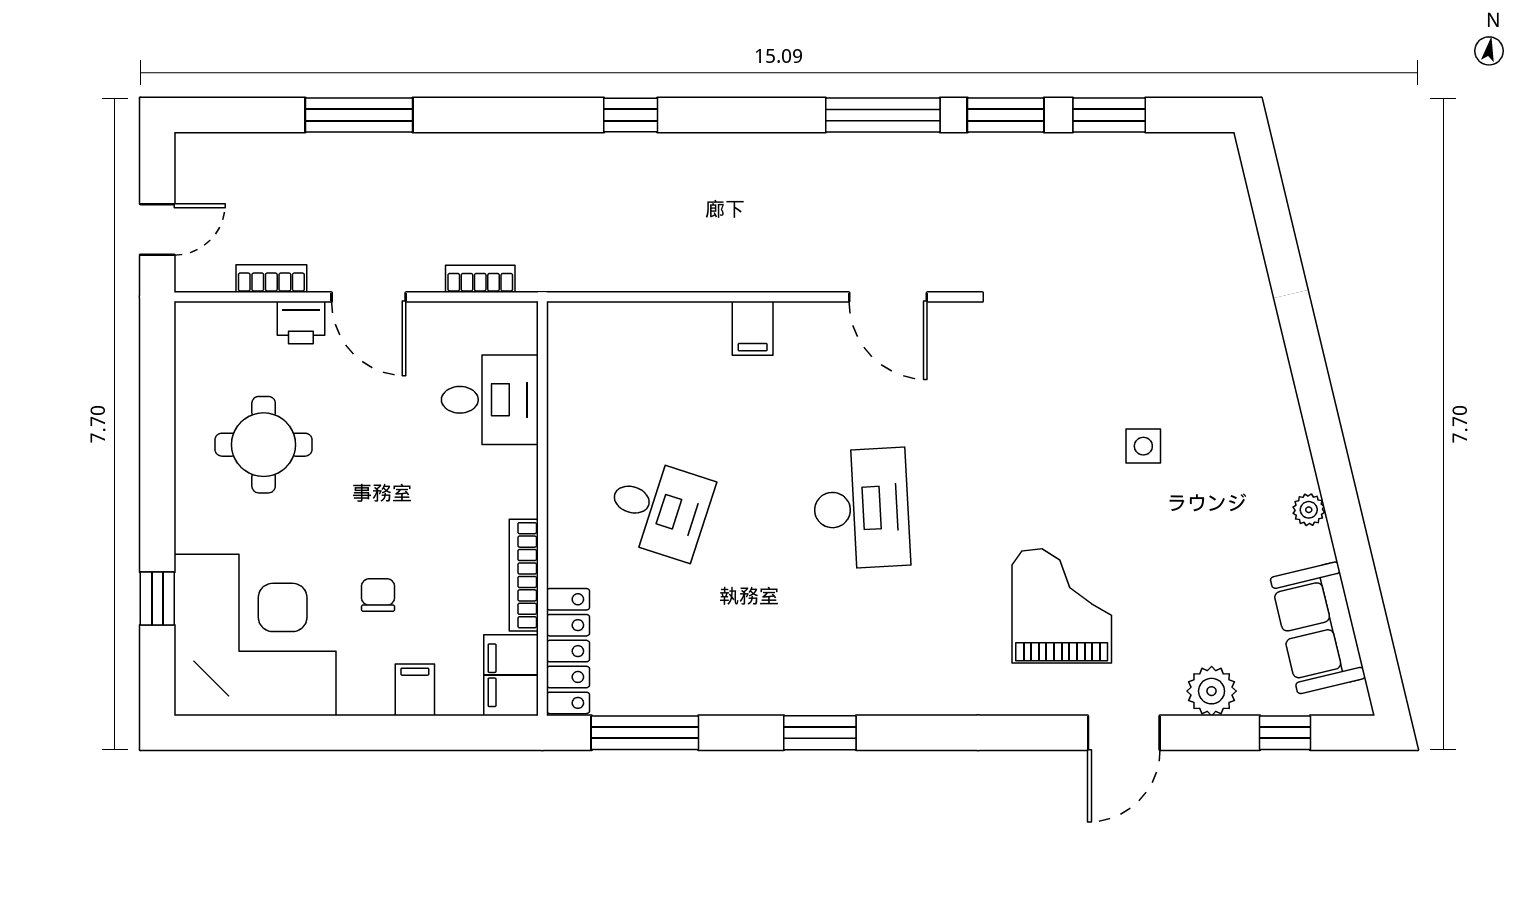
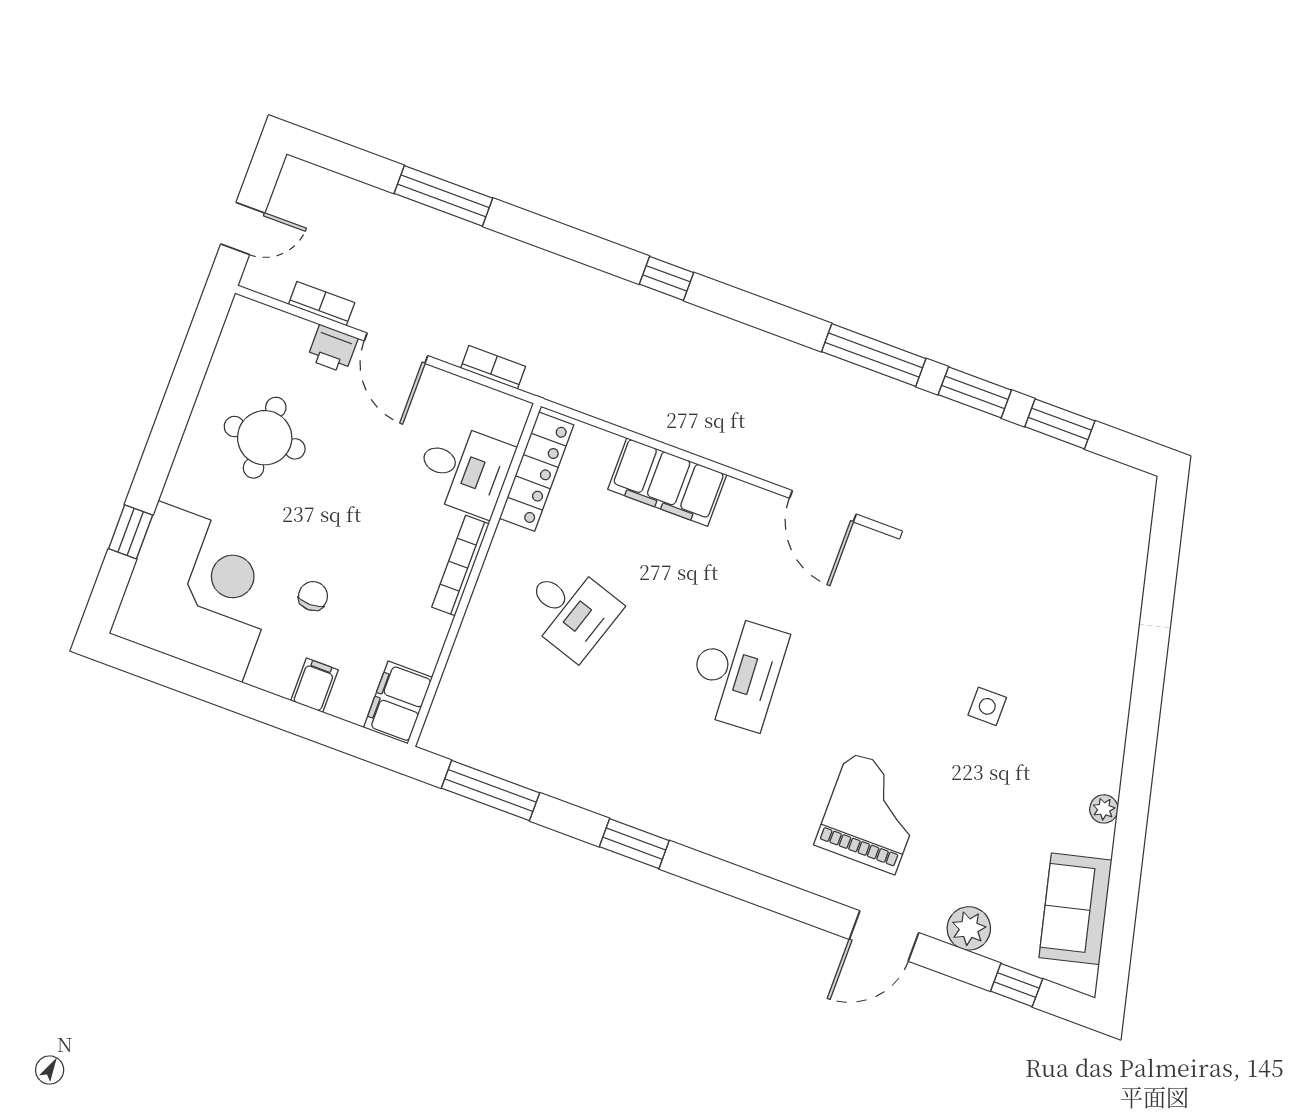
filing cabinet: (753, 328) -> (667, 482), width x3.00, depth x1.17
bookcase: (524, 575) -> (461, 566), moved
locker: (568, 651) -> (537, 472), moved

